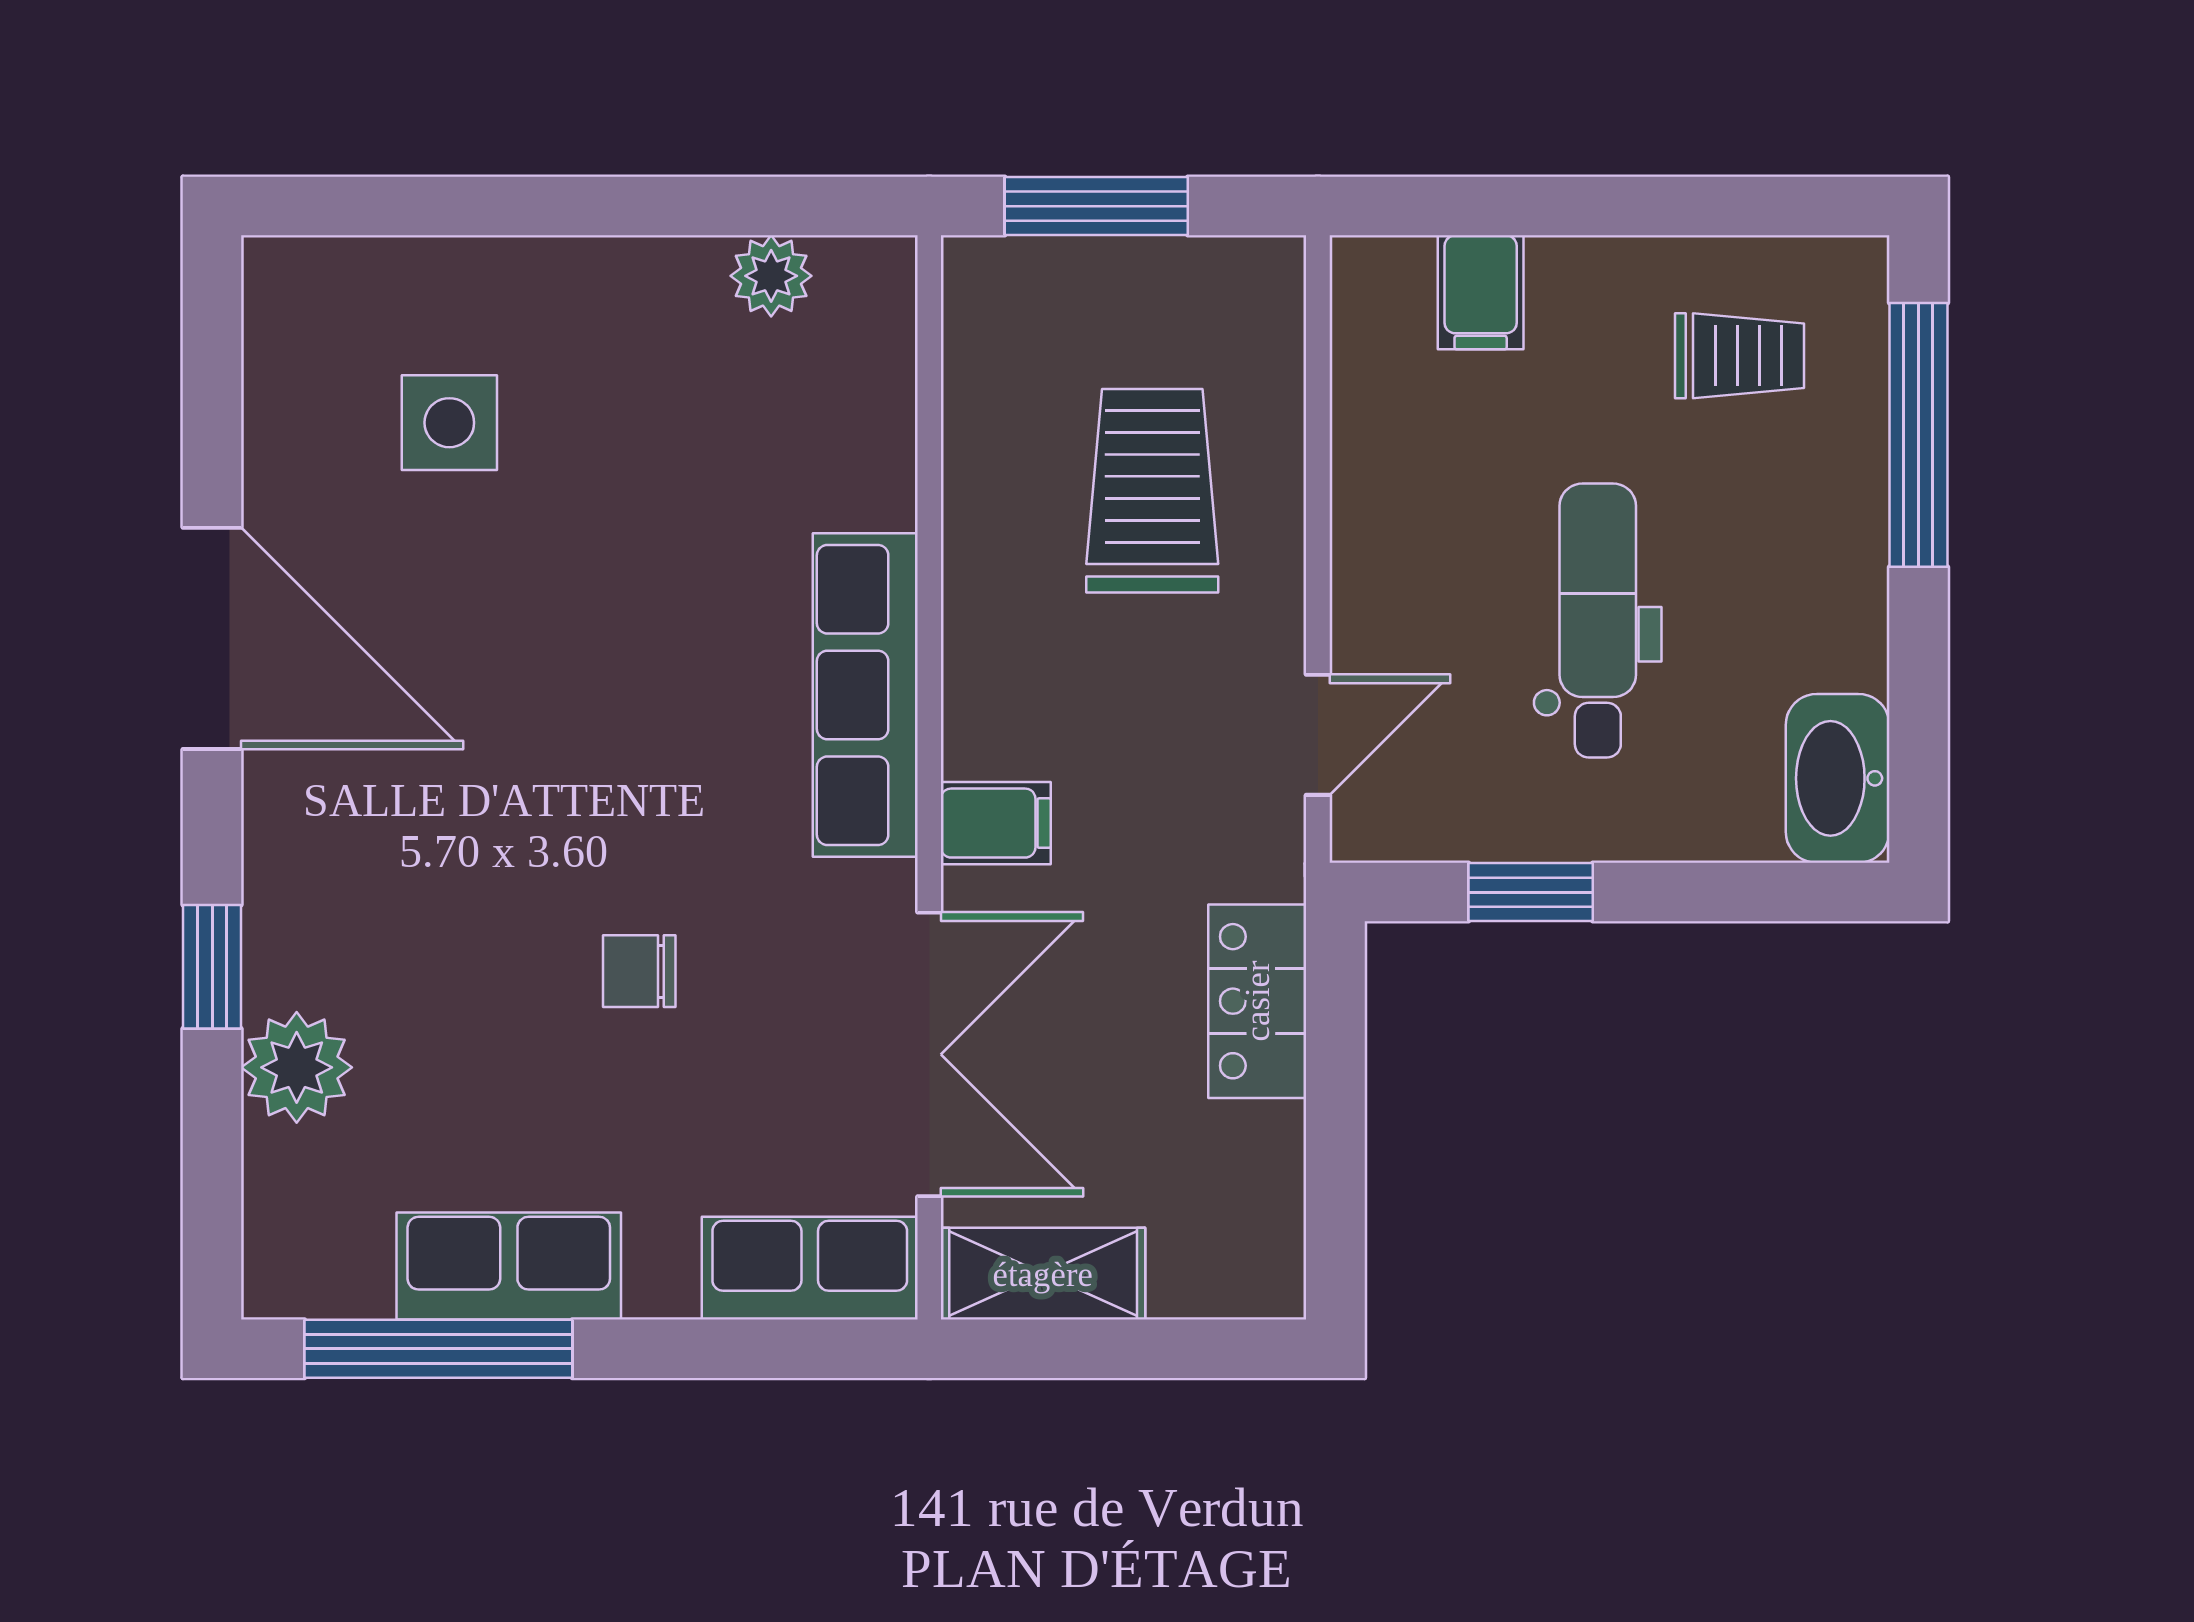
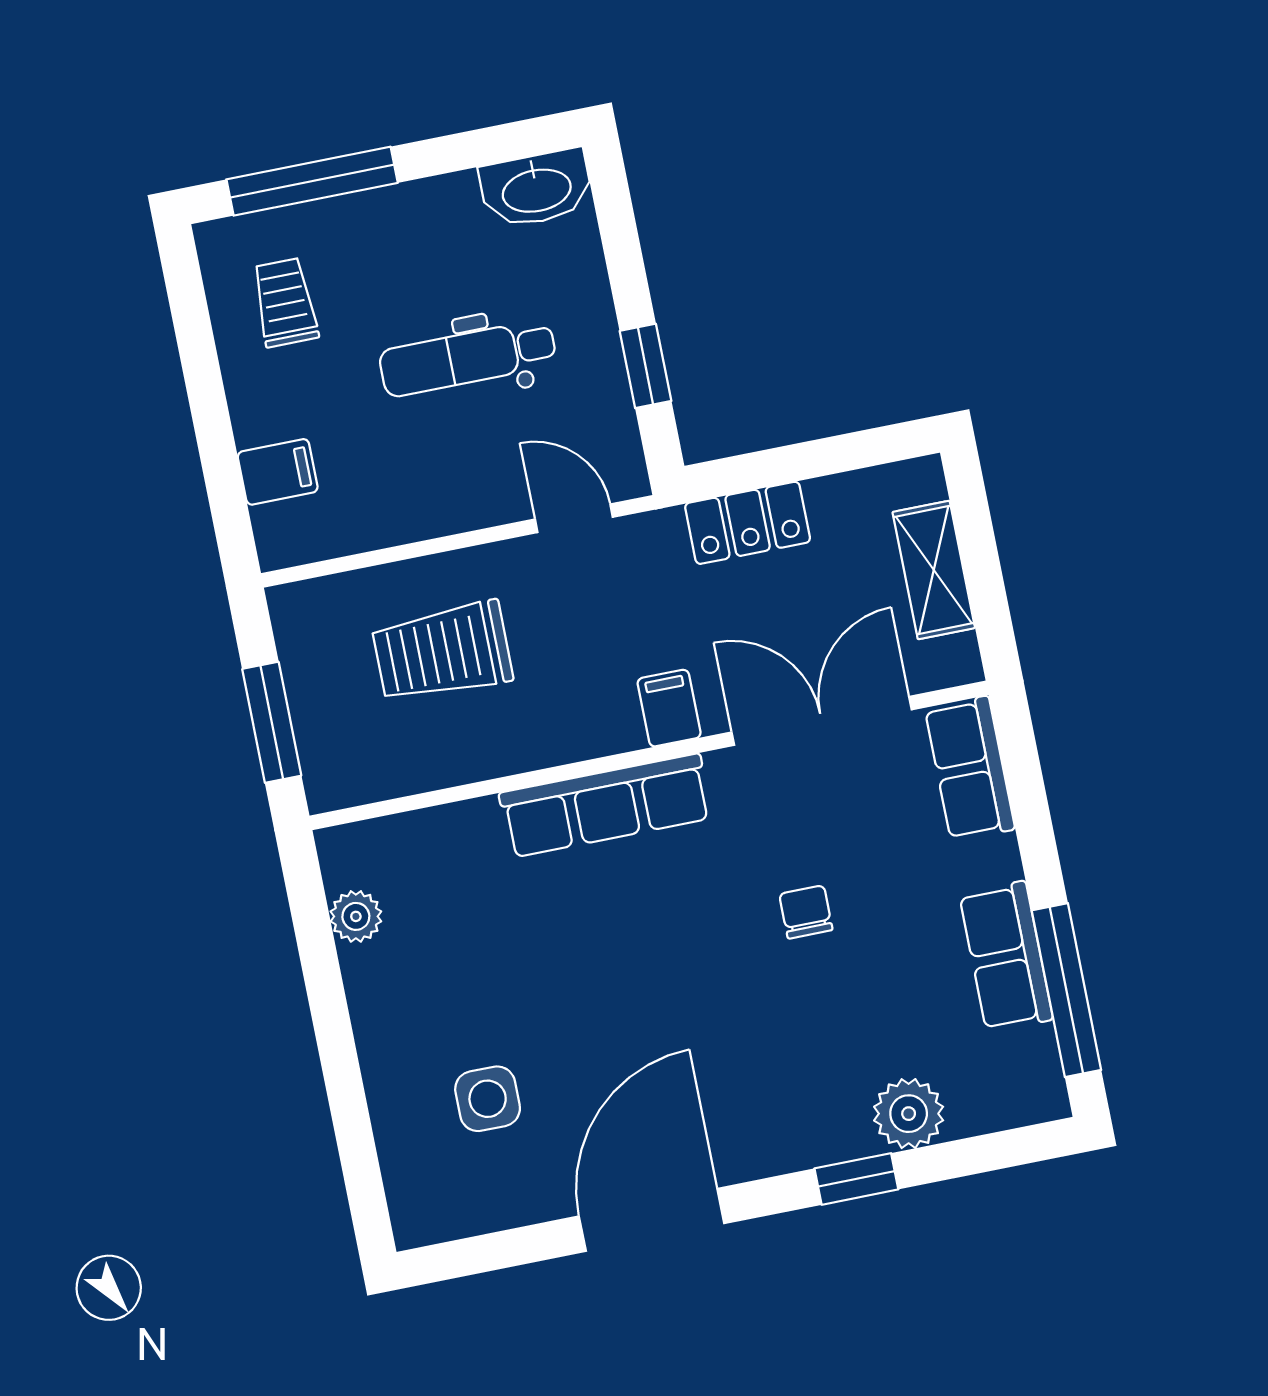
chair: (639, 971) -> (806, 912), turned 180
shelving: (1043, 1274) -> (934, 570), moved

